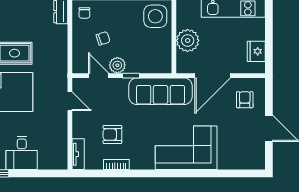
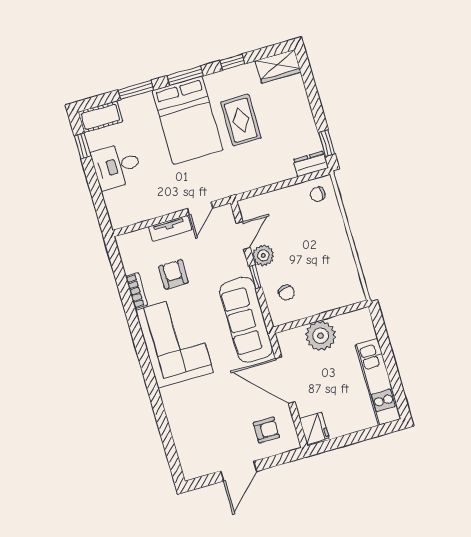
side table: (155, 16) -> (339, 286), removed
chair: (103, 38) -> (286, 293), moved
fridge: (256, 51) -> (314, 428), moved, turned 90
corner sofa: (186, 148) -> (174, 341), moved
tv unit: (78, 154) -> (170, 228), moved

